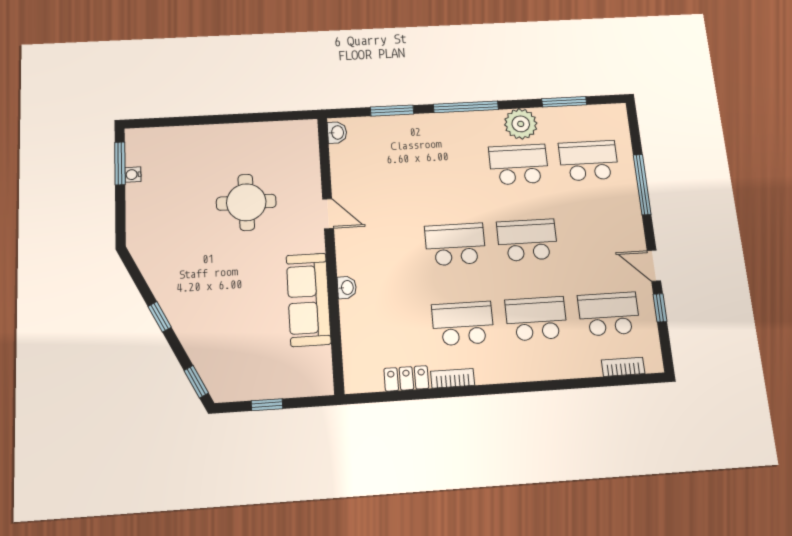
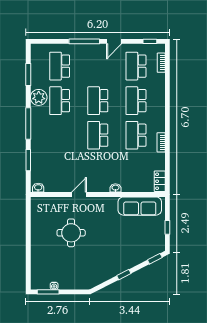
window: (642, 185) -> (84, 41), moved
sofa: (308, 299) -> (140, 206), moved
window: (660, 308) -> (150, 41), moved
locker: (406, 378) -> (160, 181), moved

